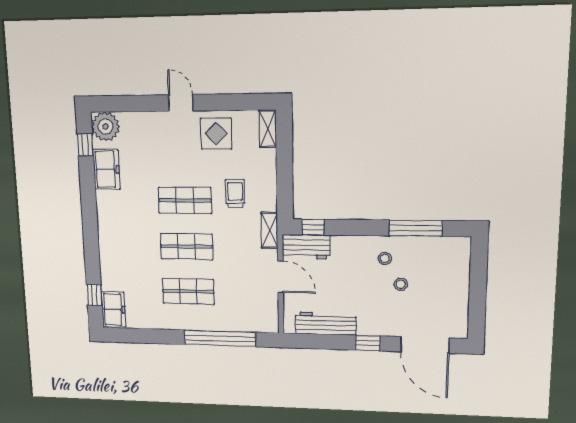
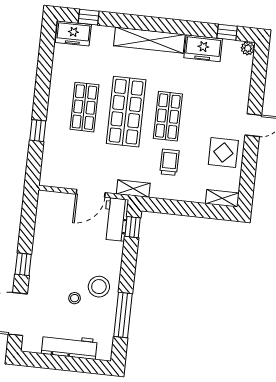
plant: (105, 126) -> (248, 48), width x0.53, depth x0.53
trolley: (235, 193) -> (169, 162), turned -90
shelving: (107, 229) -> (149, 40), added
shop shelf: (187, 246) -> (126, 112), width x1.43, depth x1.36
stool: (385, 258) -> (99, 287), width x1.89, depth x1.89
workbench: (326, 324) -> (69, 347), moved, turned -90
window: (220, 338) -> (38, 131), width x0.32

